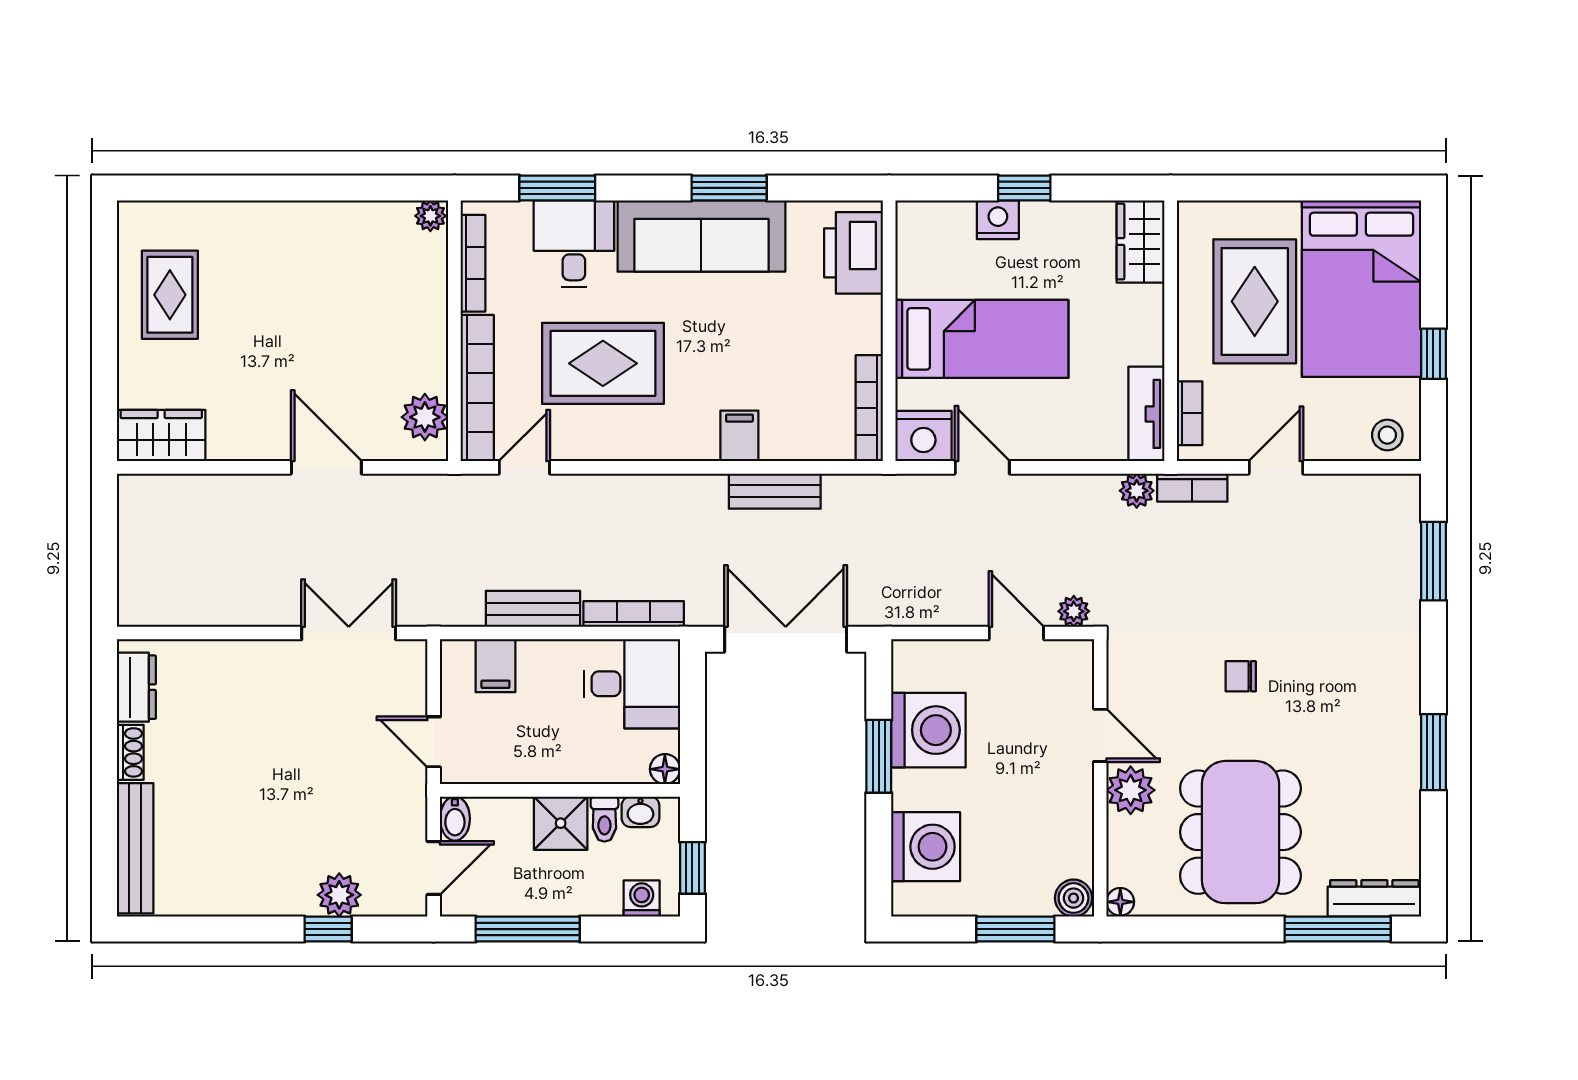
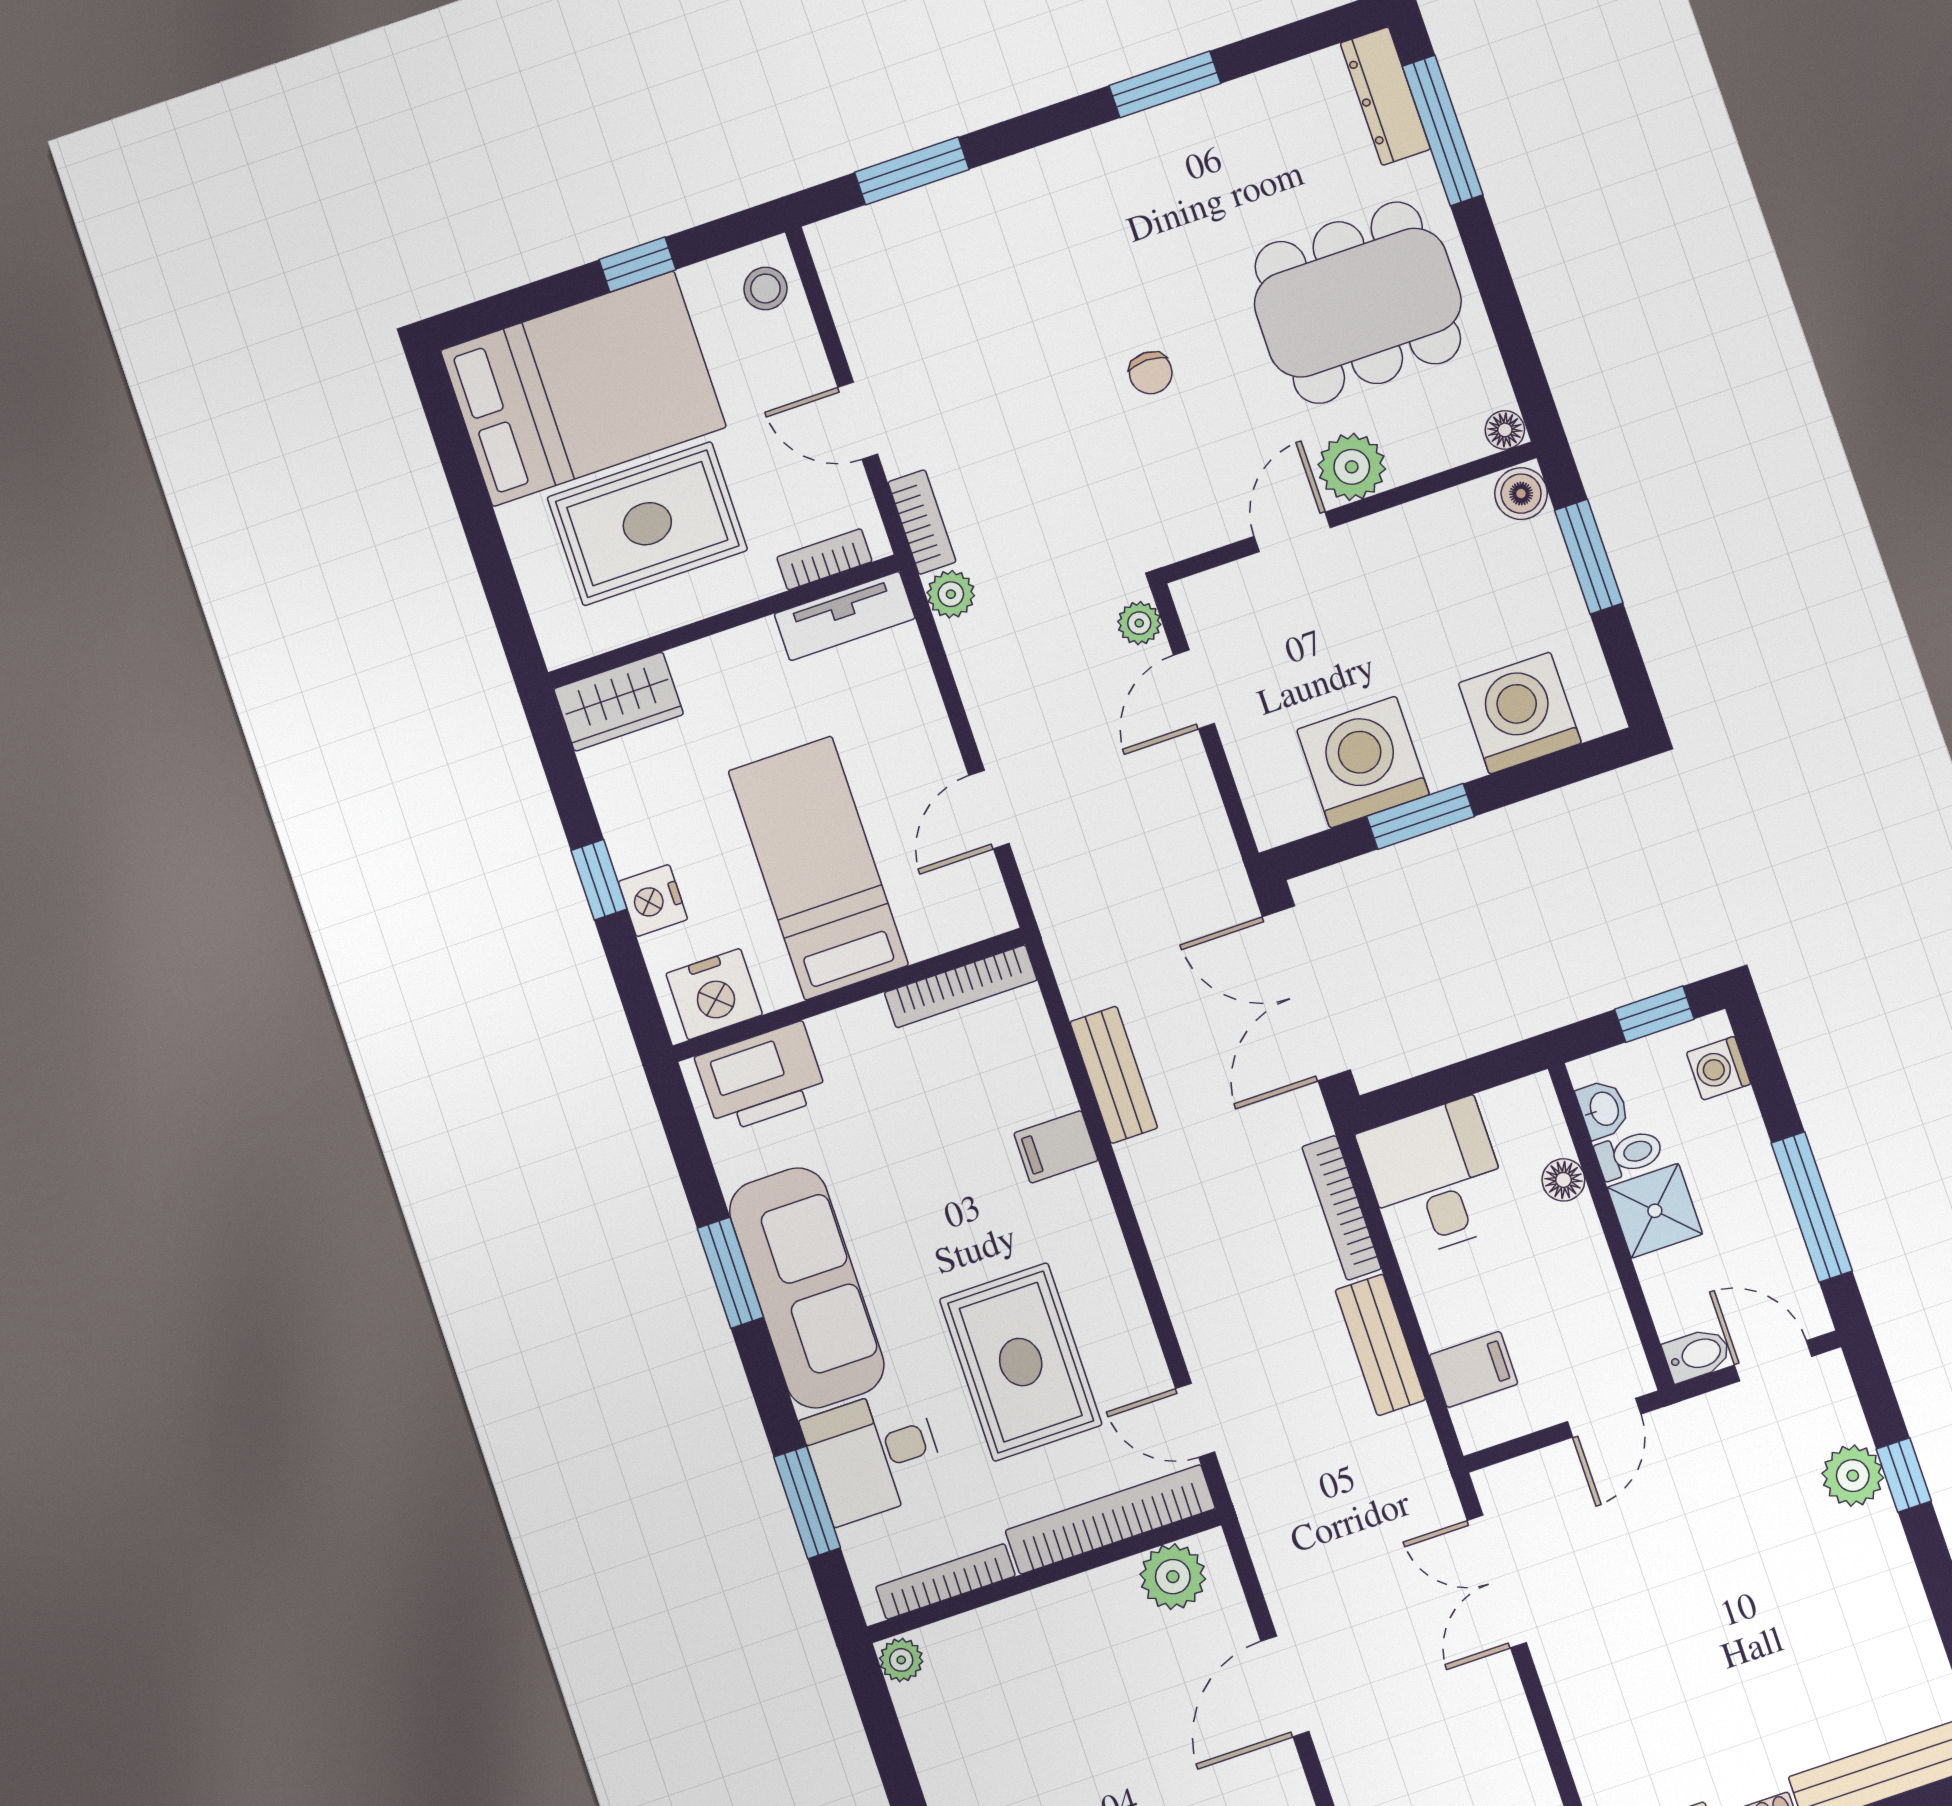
nightstand: (923, 436) -> (714, 994), moved, turned 90
floor lamp: (665, 769) -> (1563, 1180), moved

